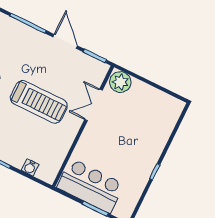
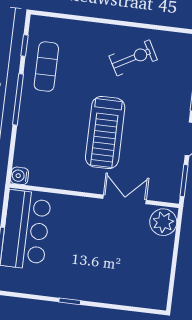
water cooler: (30, 167) -> (20, 176), moved

